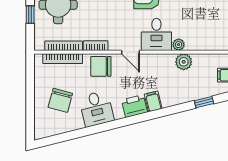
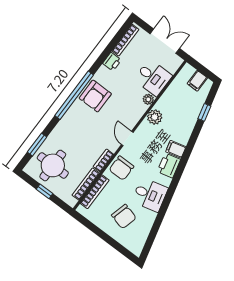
desk: (156, 34) -> (153, 78), moved
door: (131, 52) -> (127, 138), swing flipped
plant: (184, 62) -> (155, 117), moved

